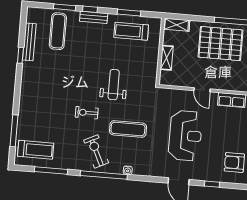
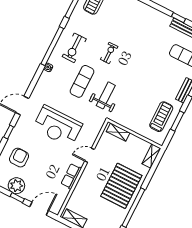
shelving: (167, 58) -> (118, 132), moved
weight bench: (114, 85) -> (106, 95), moved, turned -90
exercise bike: (96, 151) -> (74, 48), turned 116

